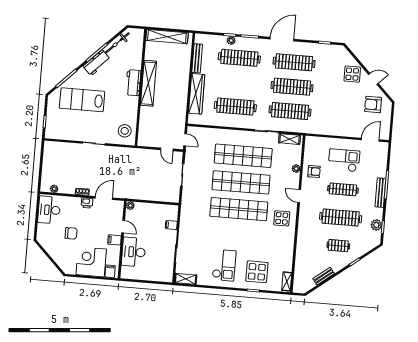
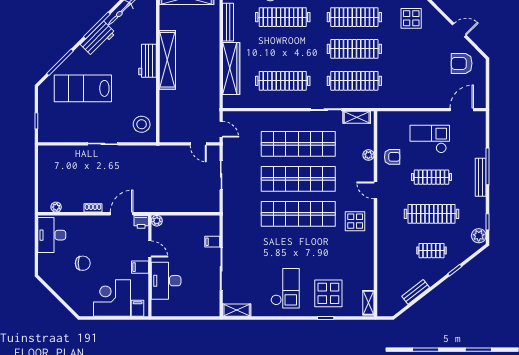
display table: (352, 74) -> (411, 18), moved
printer: (87, 203) -> (141, 222), moved
plant: (376, 225) -> (479, 236), moved

